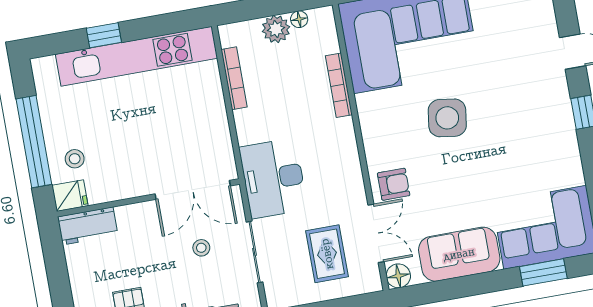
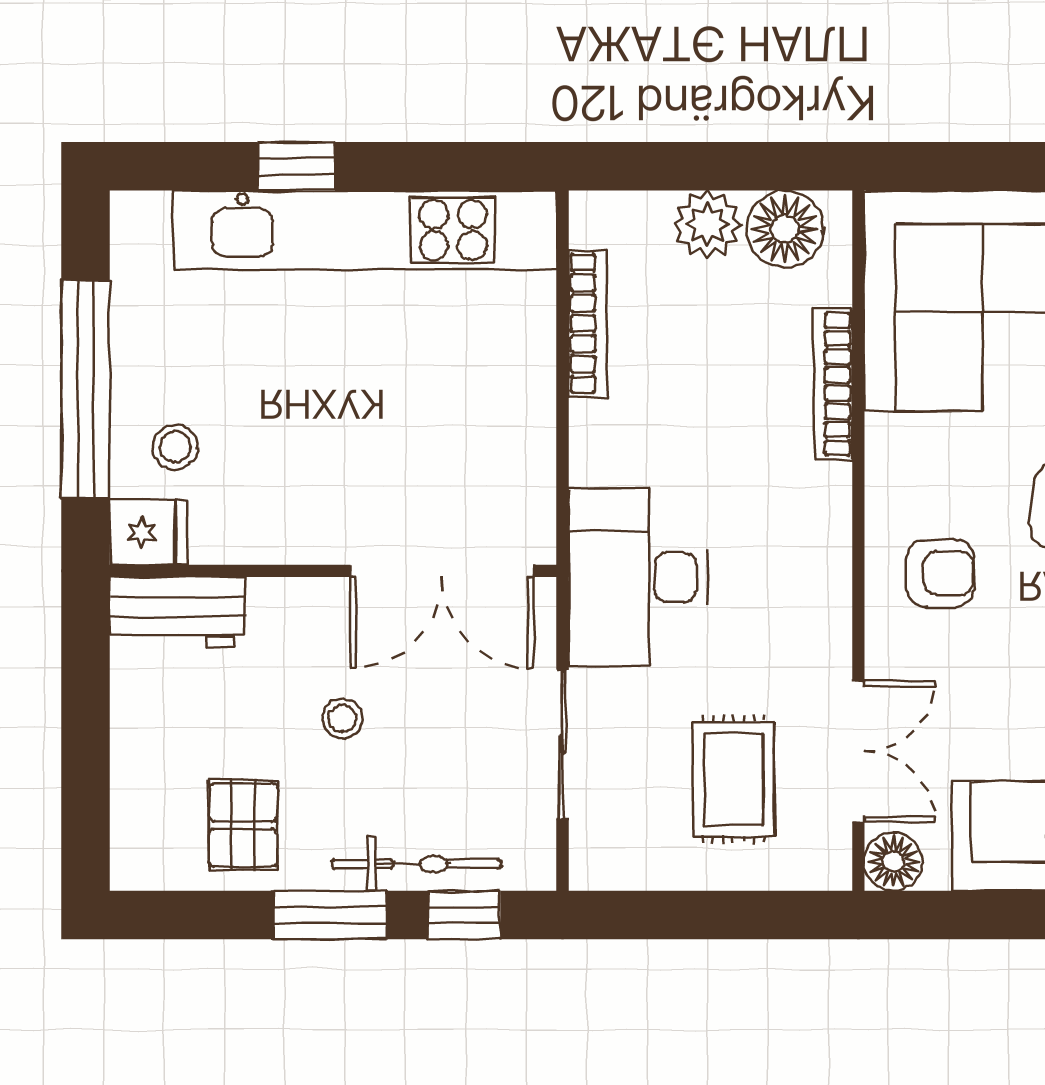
floor lamp: (299, 19) -> (785, 229), width x1.89, depth x1.89
armchair: (394, 184) -> (940, 573), moved
stool: (201, 248) -> (342, 718), moved

